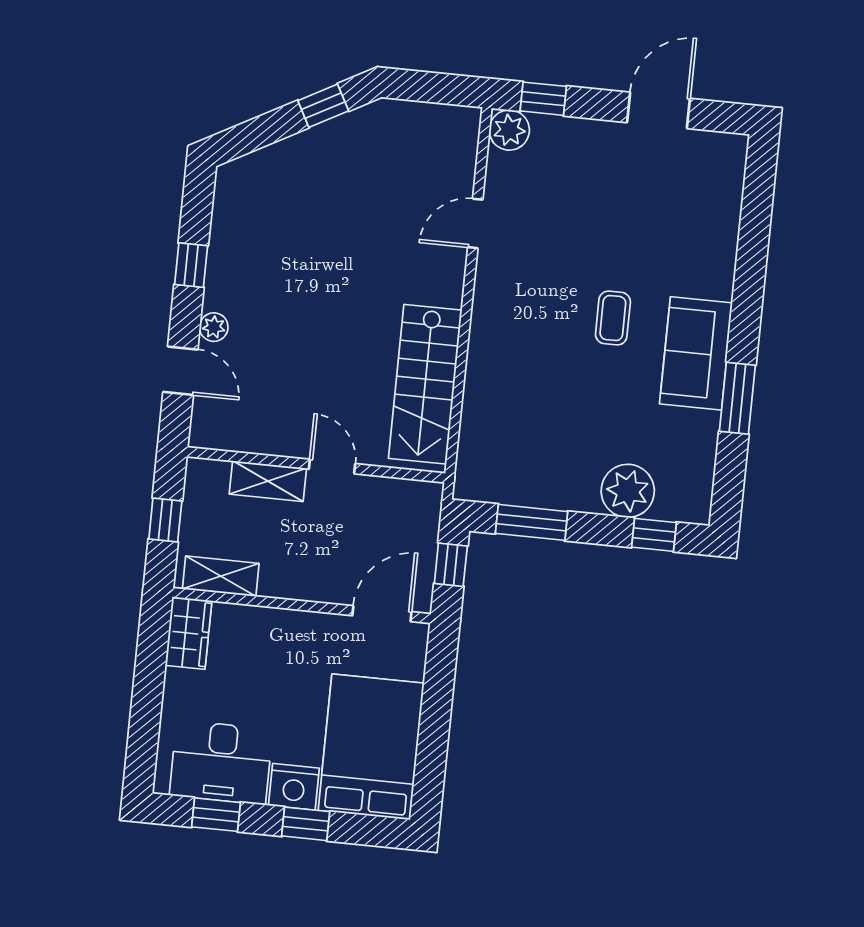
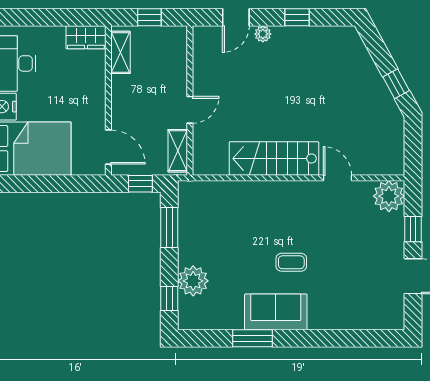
window: (543, 99) -> (413, 229), moved
plant: (509, 130) -> (389, 196), width x1.36, depth x1.36
stairs: (425, 384) -> (274, 158), moved
shelving: (268, 481) -> (178, 151), moved

